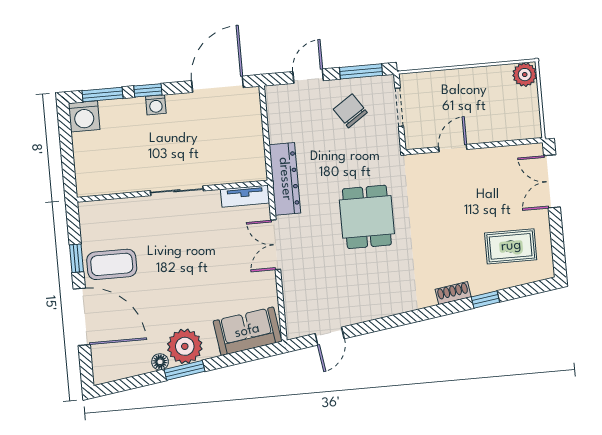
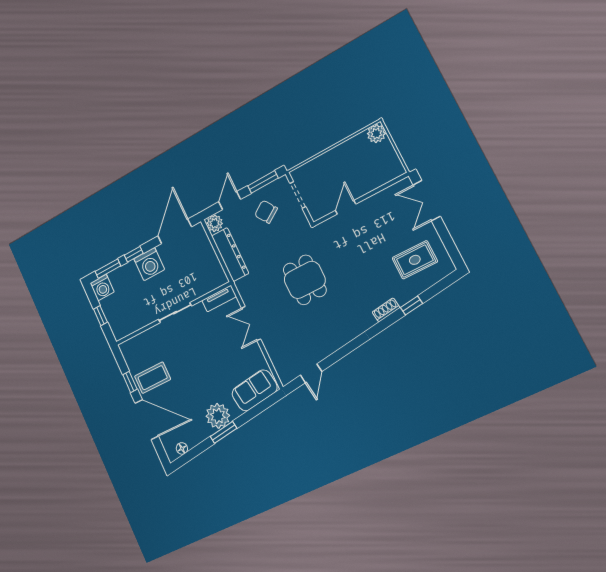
plant: (277, 97) -> (215, 223), added
washing machine: (156, 105) -> (149, 264), width x1.89, depth x1.89
window: (67, 153) -> (100, 316), added
dresser: (285, 179) -> (230, 255), moved
floor lamp: (160, 362) -> (182, 448), moved

